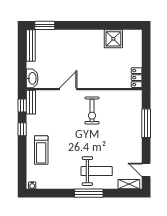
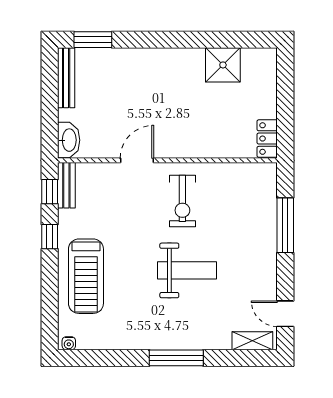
treadmill: (41, 150) -> (86, 276), width x1.37, depth x1.38
weight bench: (97, 171) -> (187, 270), moved

